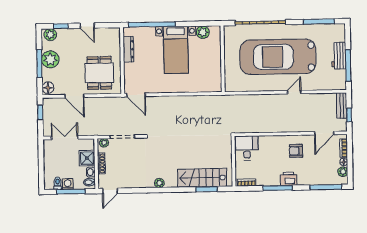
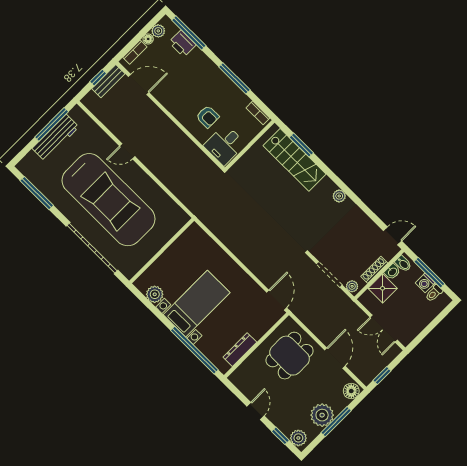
workbench: (339, 56) -> (56, 138), width x1.38
bench: (342, 106) -> (108, 81), moved
armchair: (296, 151) -> (208, 117), moved
printer: (289, 179) -> (182, 43), moved

